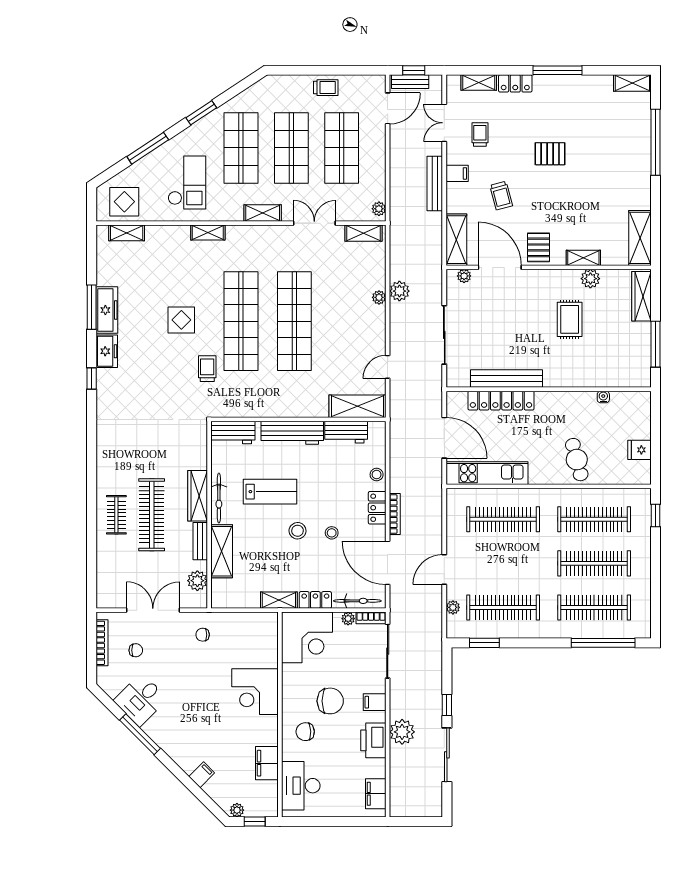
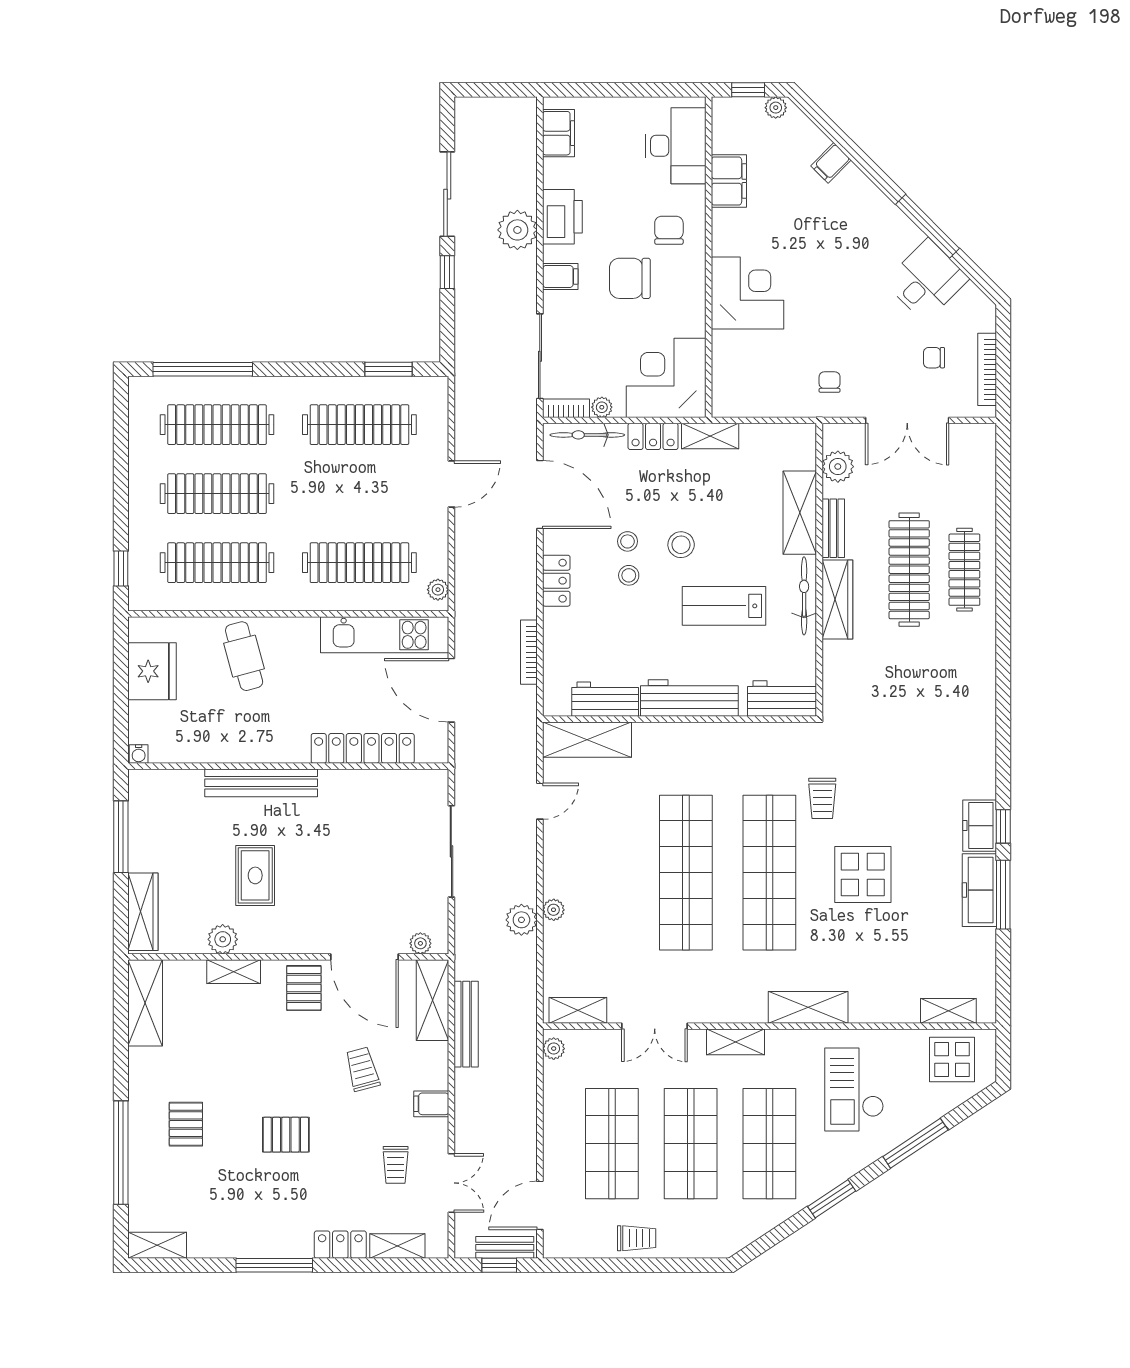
trolley: (326, 88) -> (637, 1238), turned 180
pallet: (614, 160) -> (186, 1124), added
bench: (435, 184) -> (466, 1024), moved
shelving: (208, 233) -> (808, 1007), width x1.50, depth x1.33
display table: (181, 320) -> (863, 875), width x1.36, depth x1.36
window: (92, 378) -> (1003, 826), moved
bench: (507, 379) -> (261, 783), moved
water cooler: (603, 397) -> (139, 754), moved
fridge: (640, 450) -> (152, 671), width x1.88, depth x1.34
stool: (377, 475) -> (629, 575), moved
bookcase: (395, 514) -> (529, 652), moved
clothes rail: (116, 515) -> (964, 570), width x1.36
plant: (453, 607) -> (438, 590), moved
chair: (203, 635) -> (830, 382), turned -90
chair: (305, 732) -> (669, 230), turned -87

